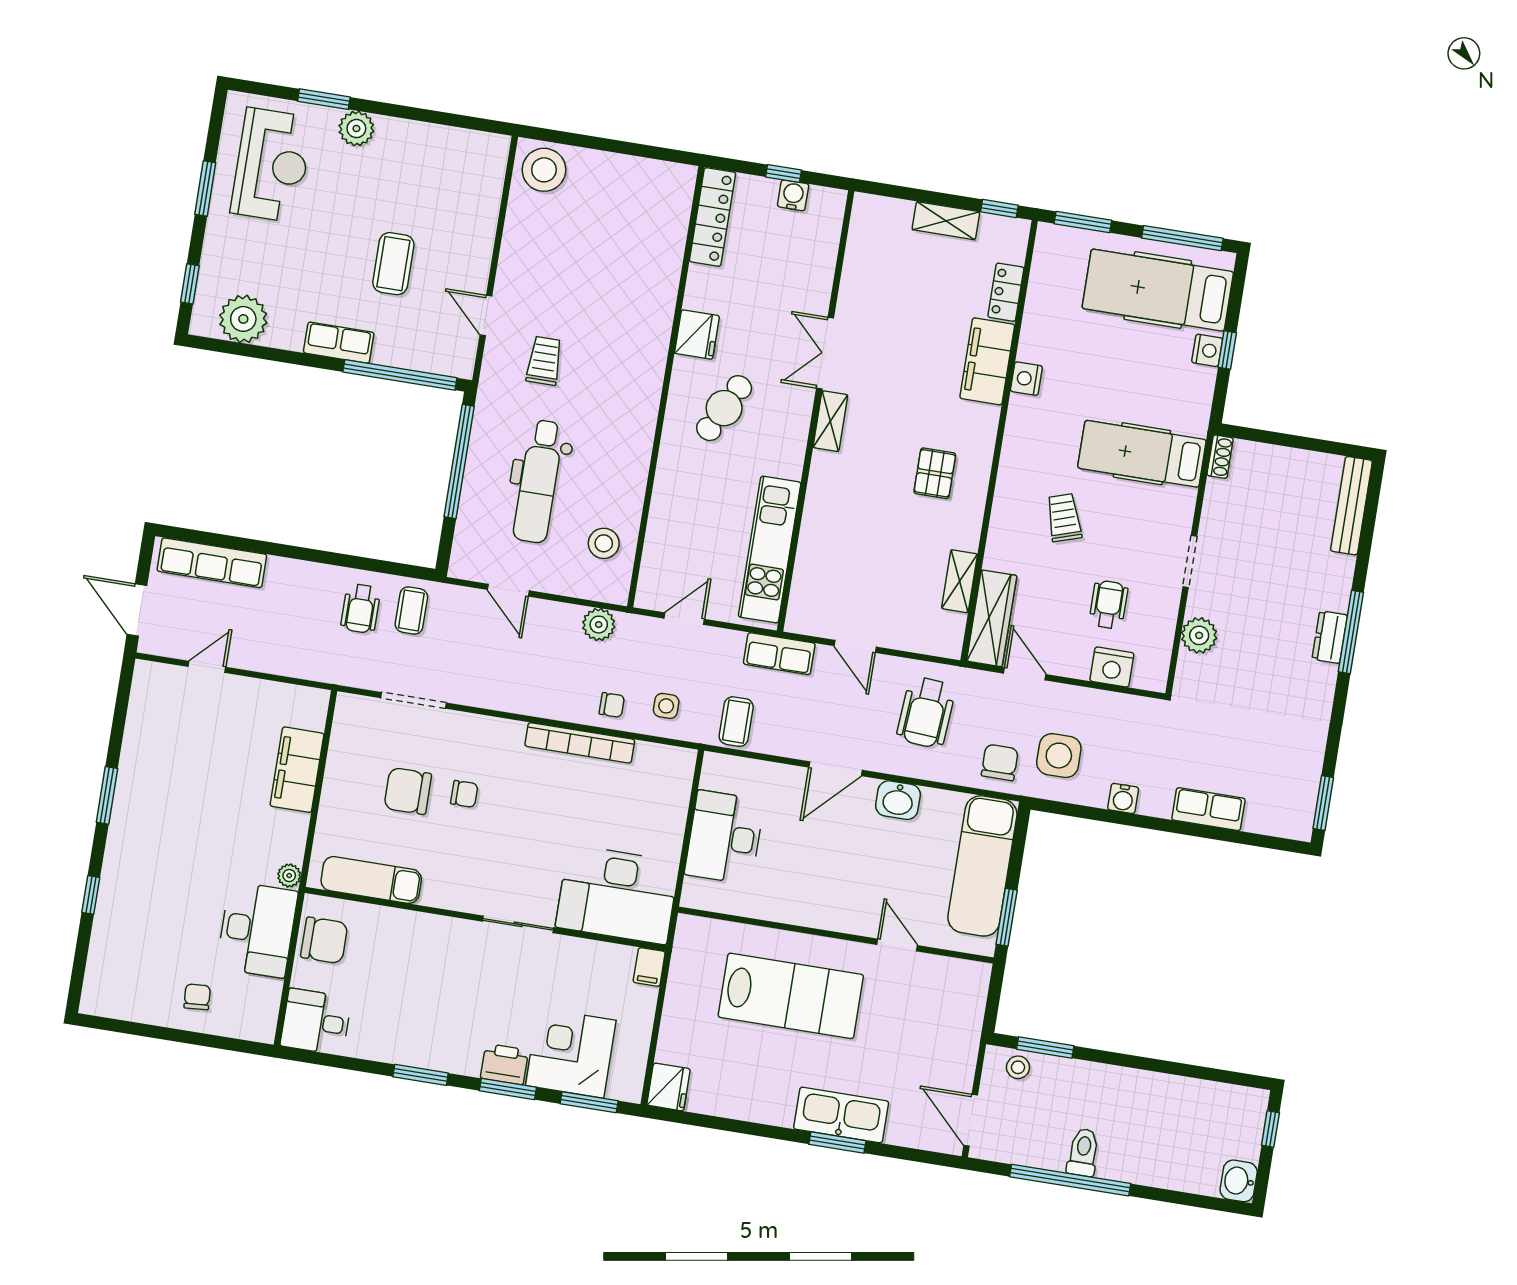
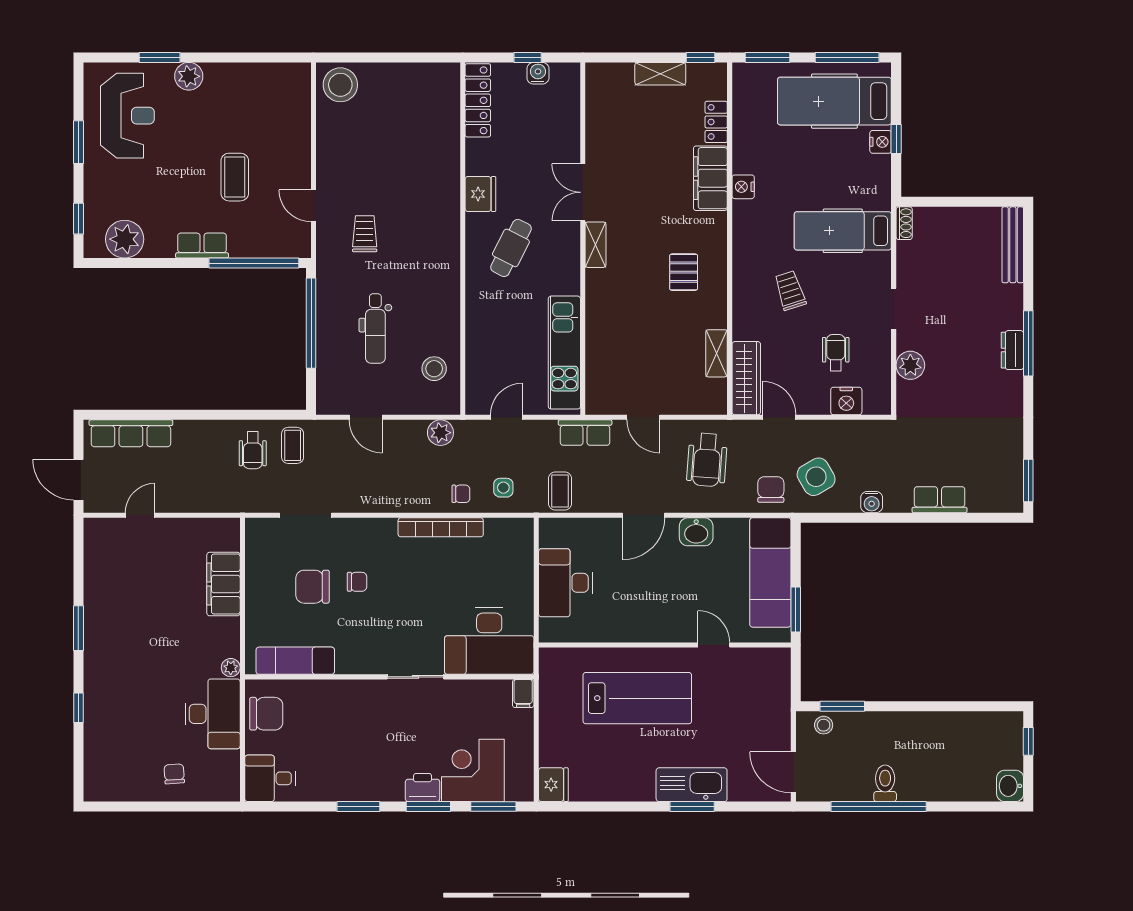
dental chair: (538, 481) -> (375, 329), width x0.73, depth x0.72
side table: (1059, 756) -> (816, 477), turned -30

